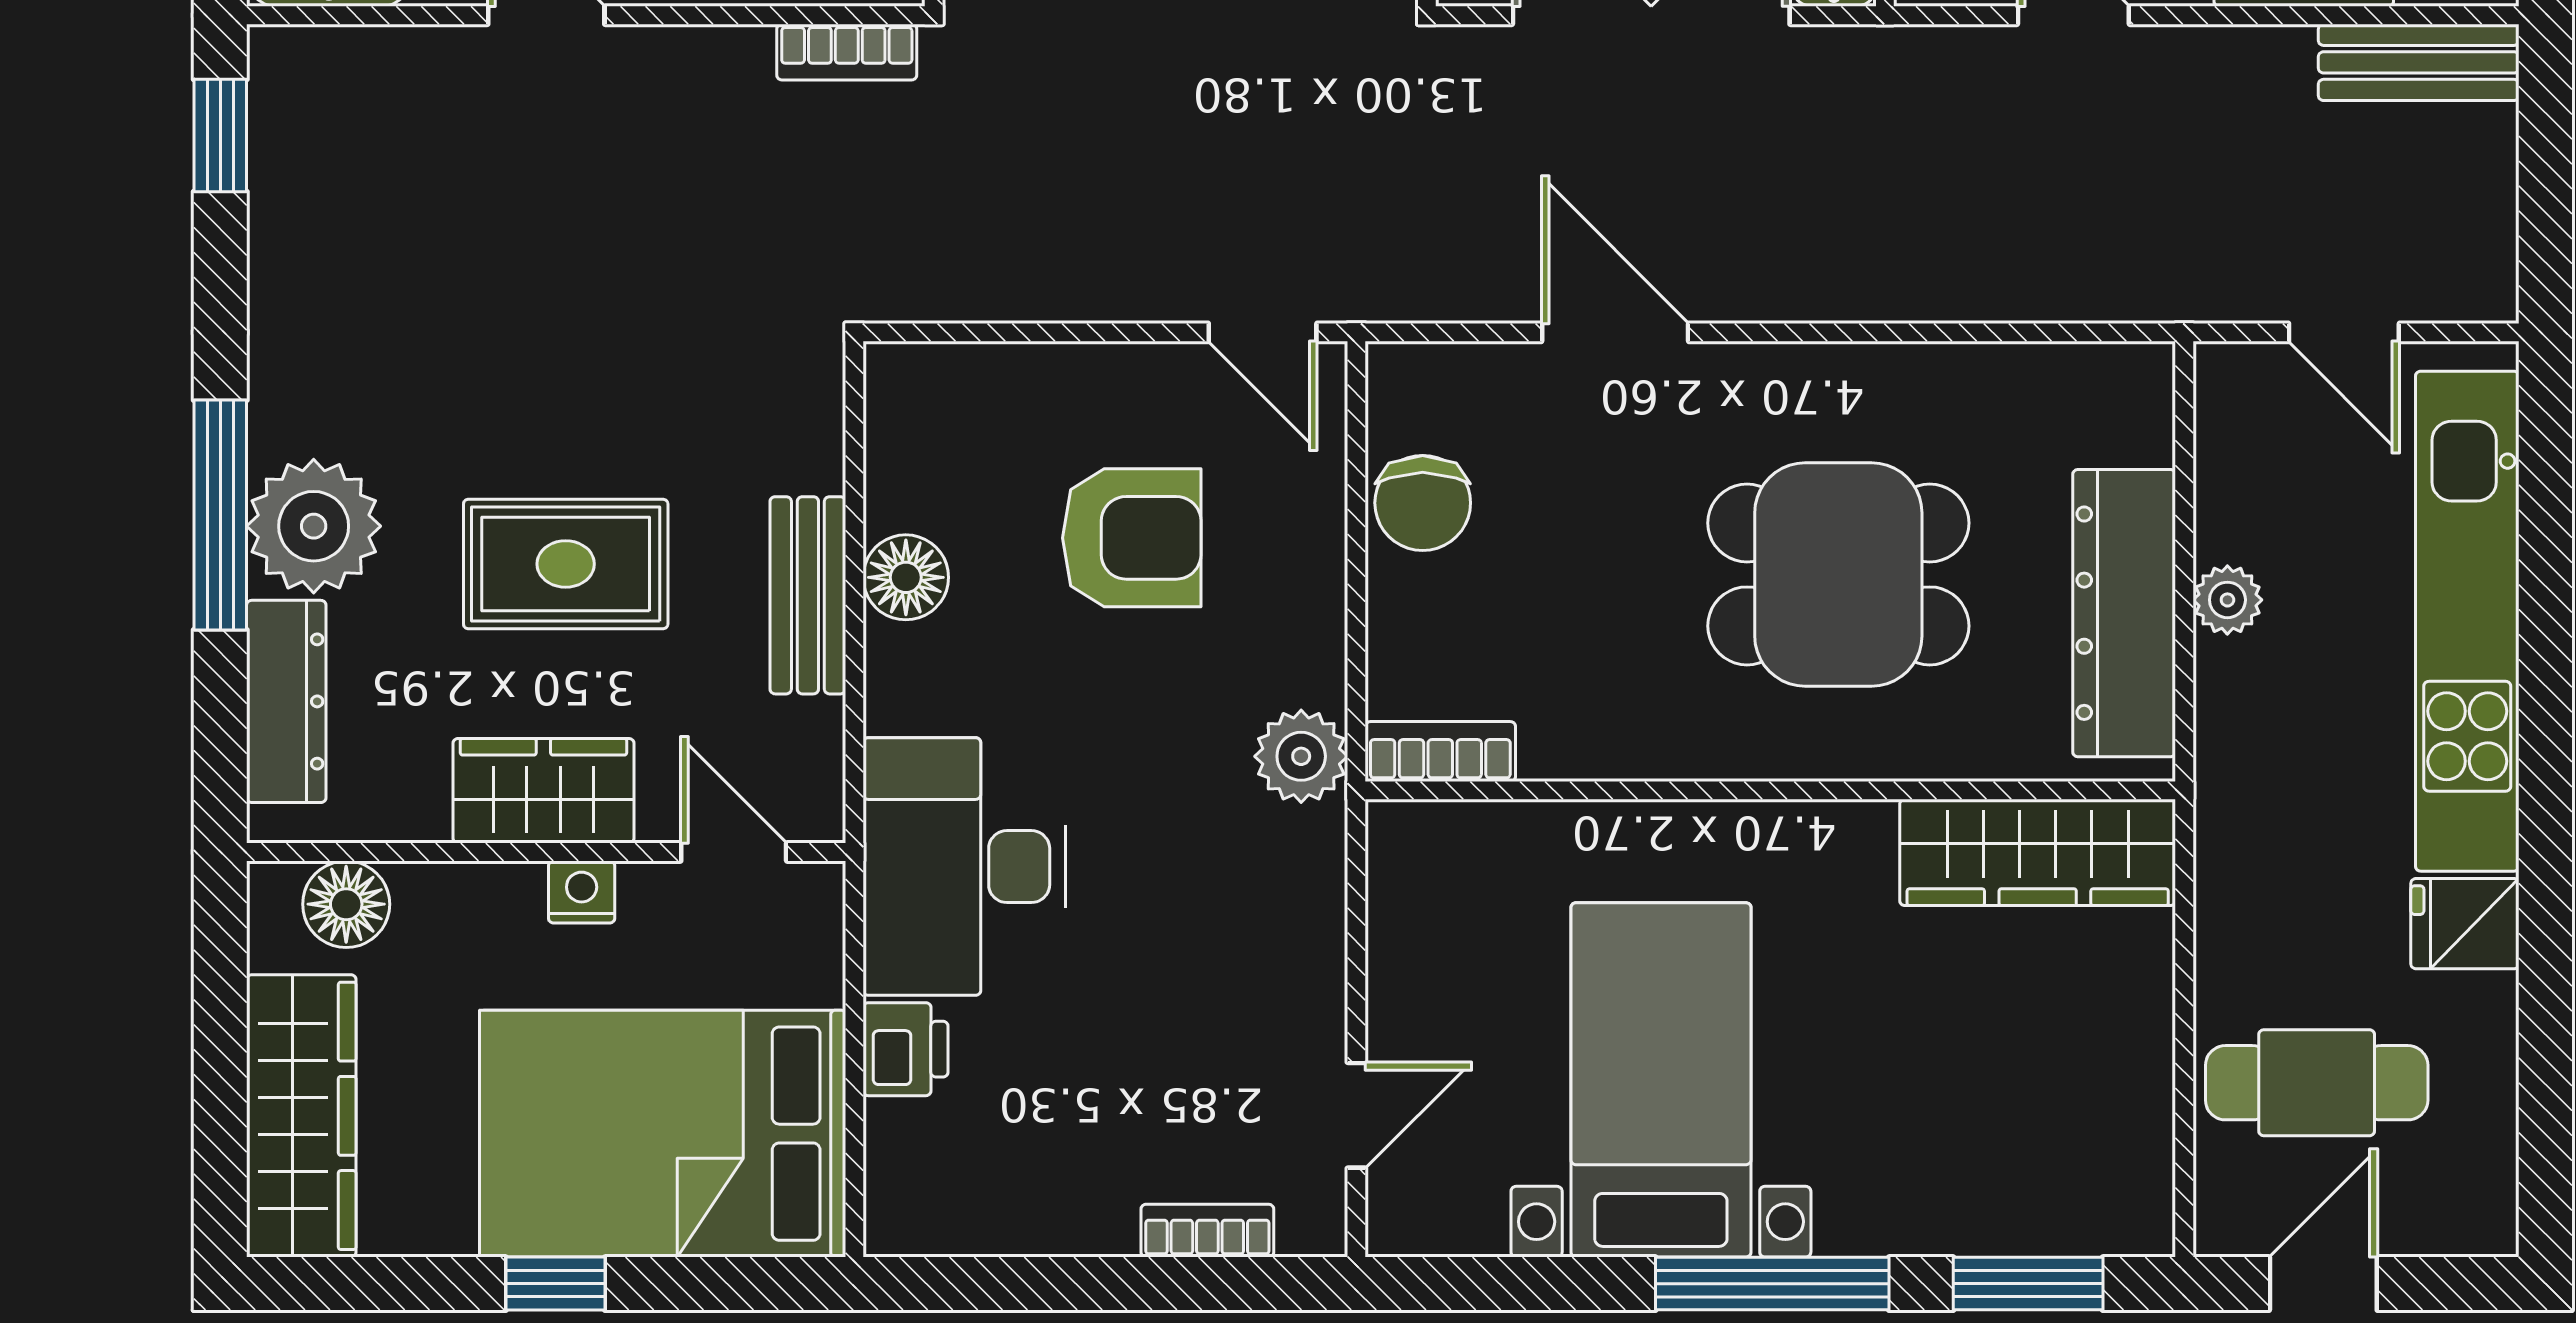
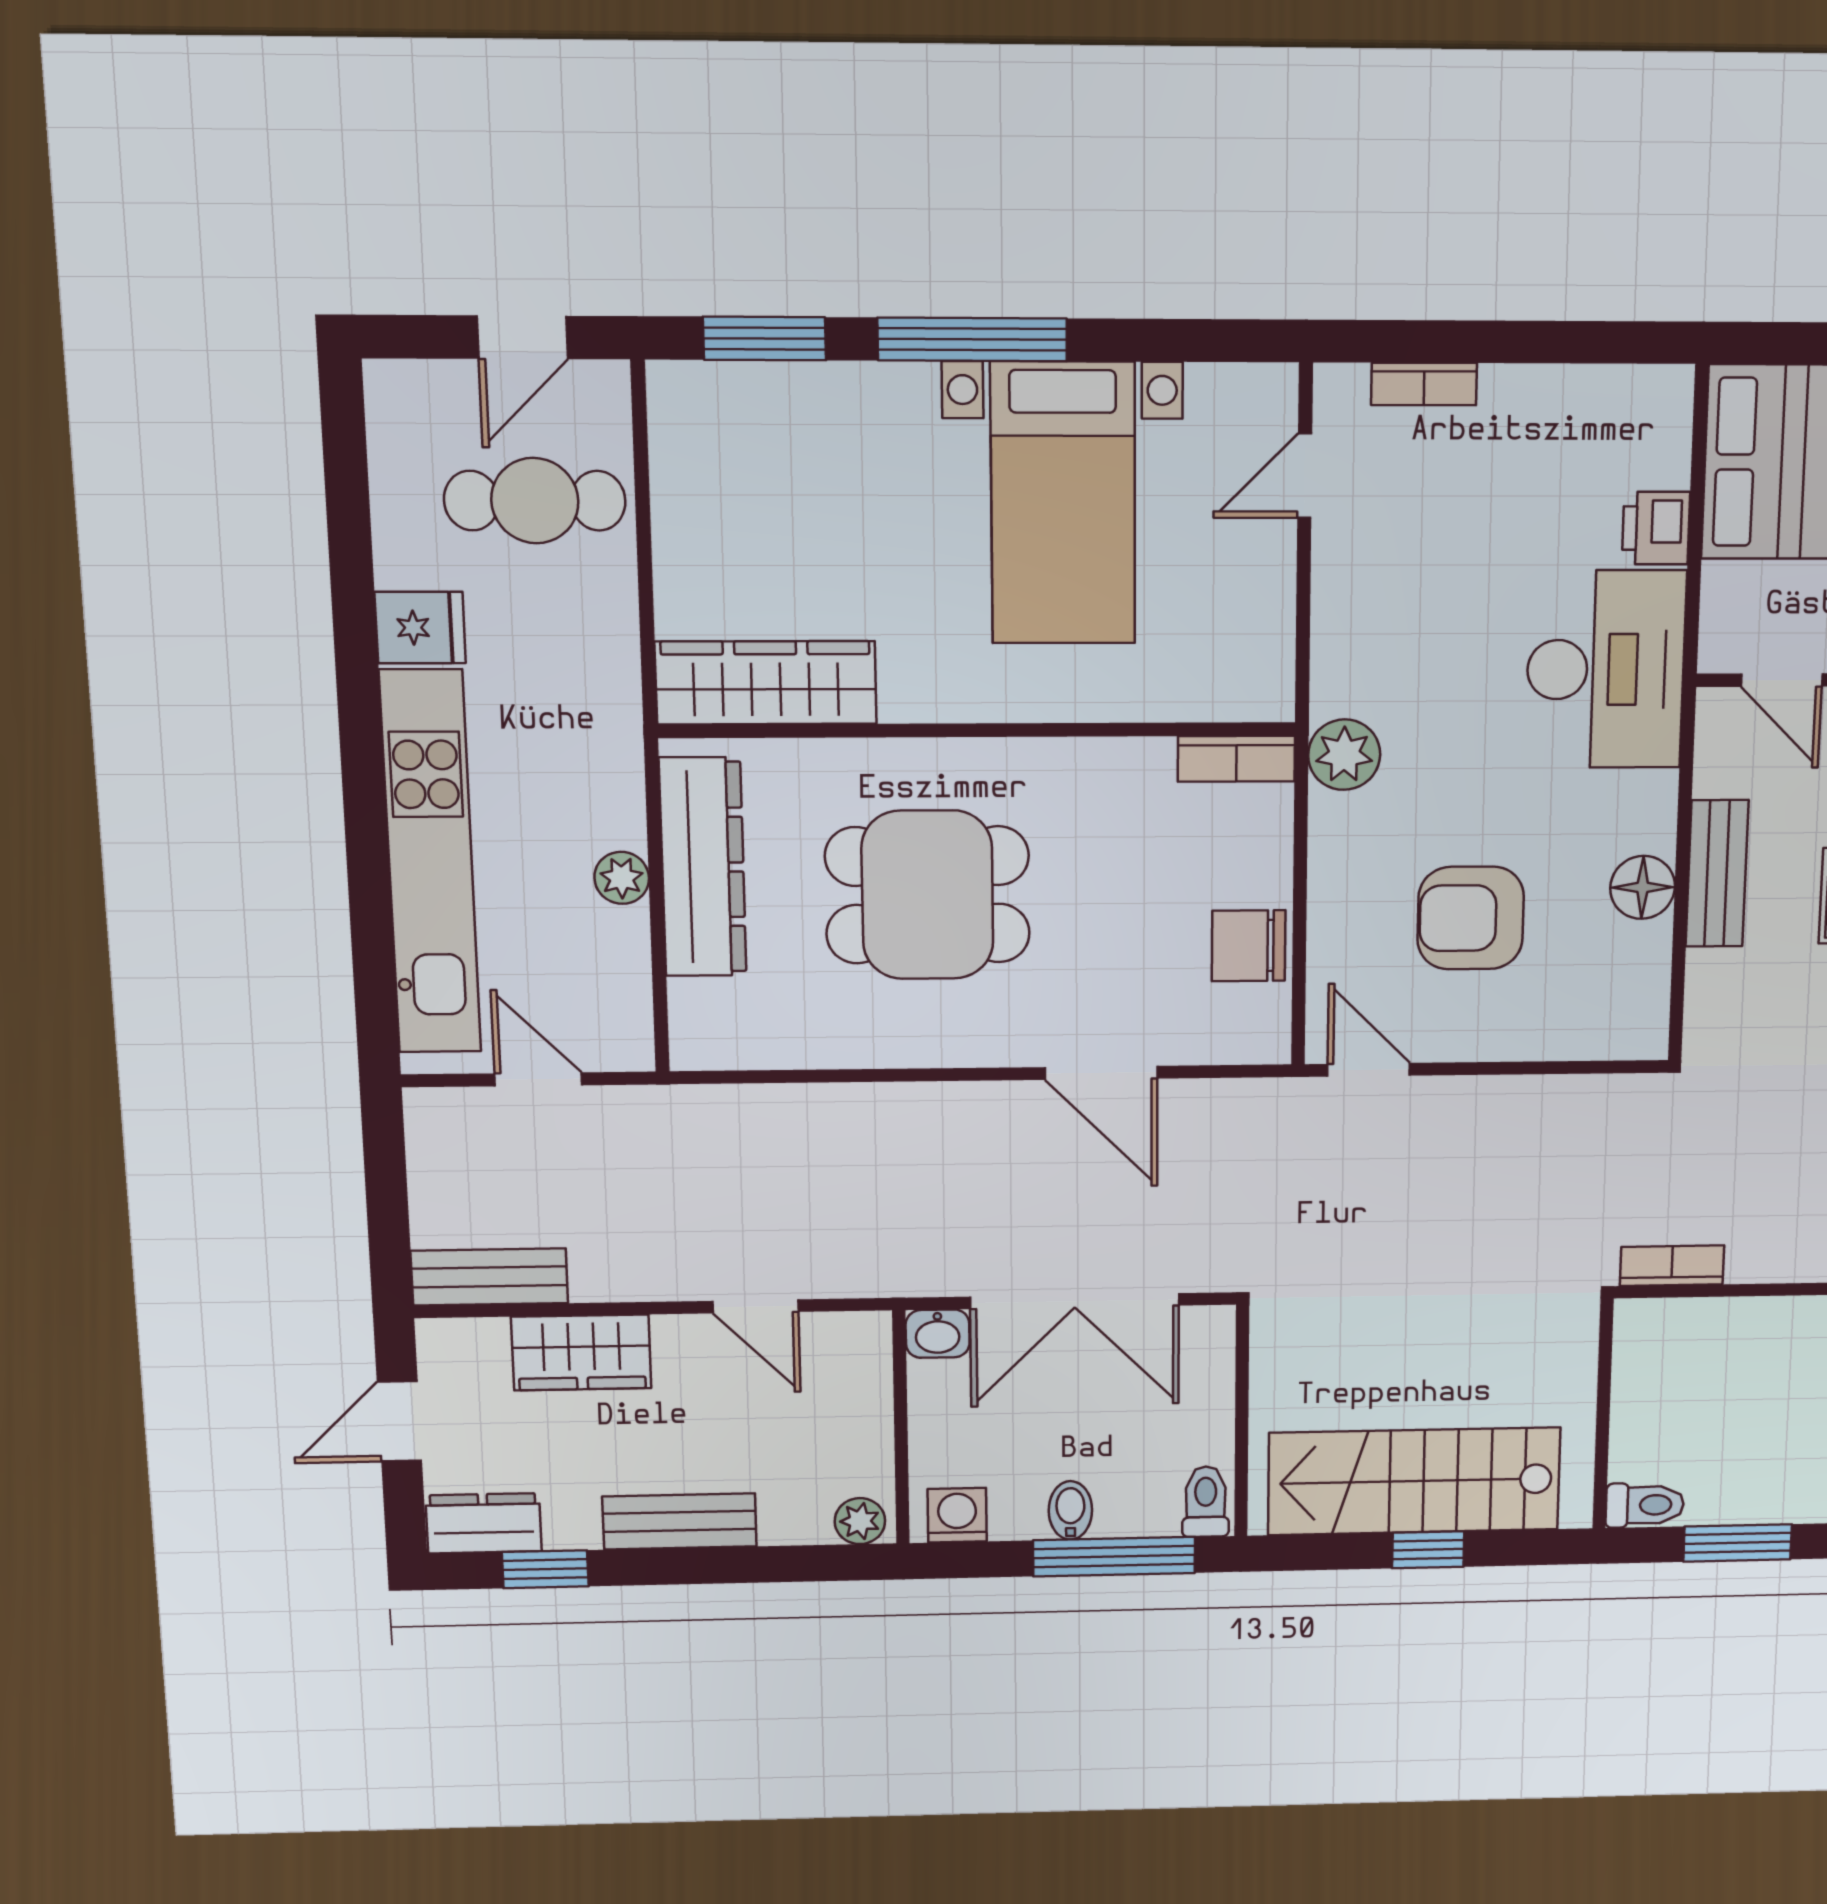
chair: (1423, 503) -> (1249, 946), turned -90

